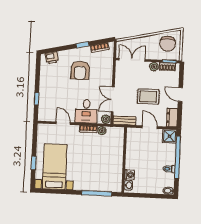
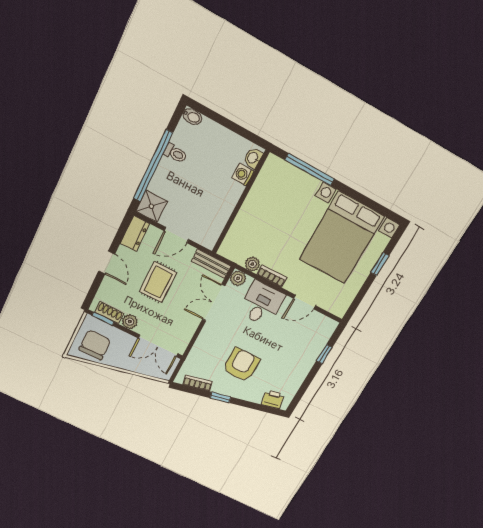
rug: (148, 97) -> (158, 282), turned 90
double door: (113, 99) -> (214, 303), swing flipped
door: (63, 123) -> (305, 302), hinge flipped
door: (150, 127) -> (176, 235), hinge flipped
bed with nightstands: (55, 167) -> (342, 238), width x1.36

